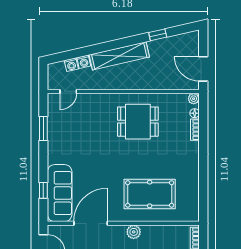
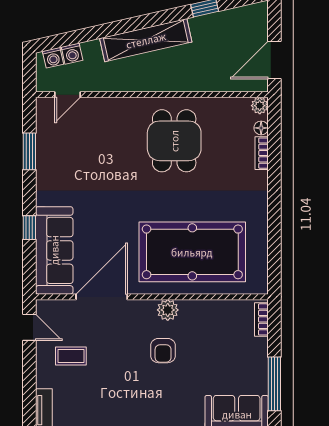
washing machine: (84, 62) -> (53, 58), moved
door: (203, 69) -> (274, 60), hinge flipped
dining table: (138, 122) -> (174, 141), turned 90
window: (43, 190) -> (29, 228), moved
pool table: (150, 194) -> (192, 252), width x1.36, depth x1.32

